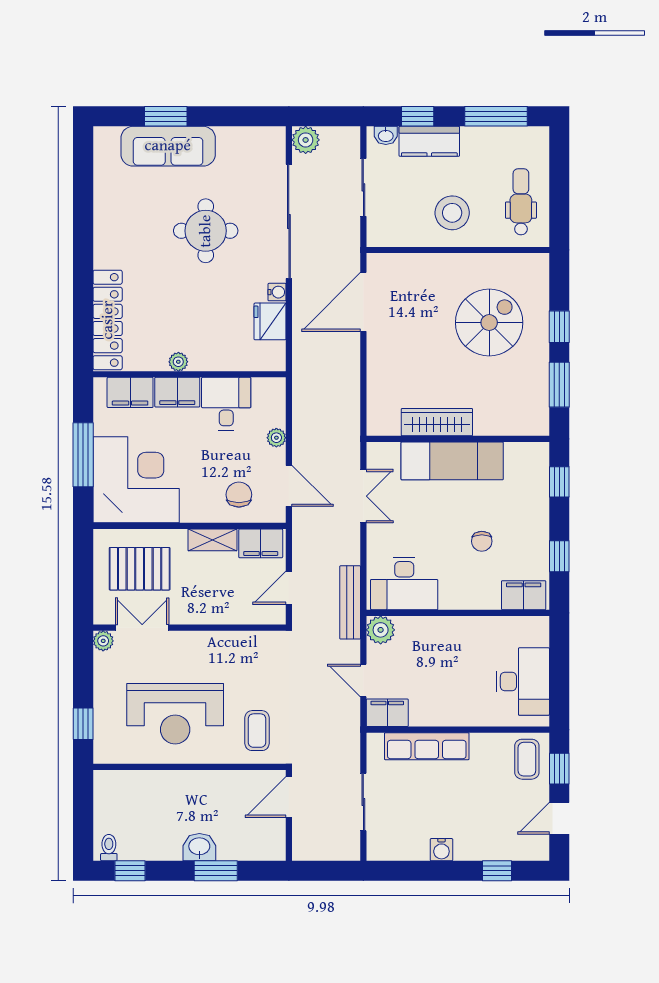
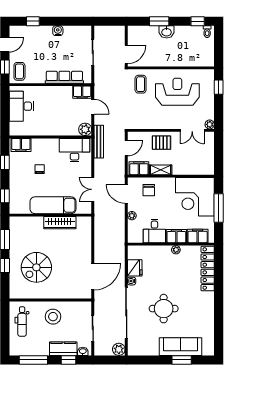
pallet: (140, 569) -> (161, 143), moved, width x0.67, depth x0.71

